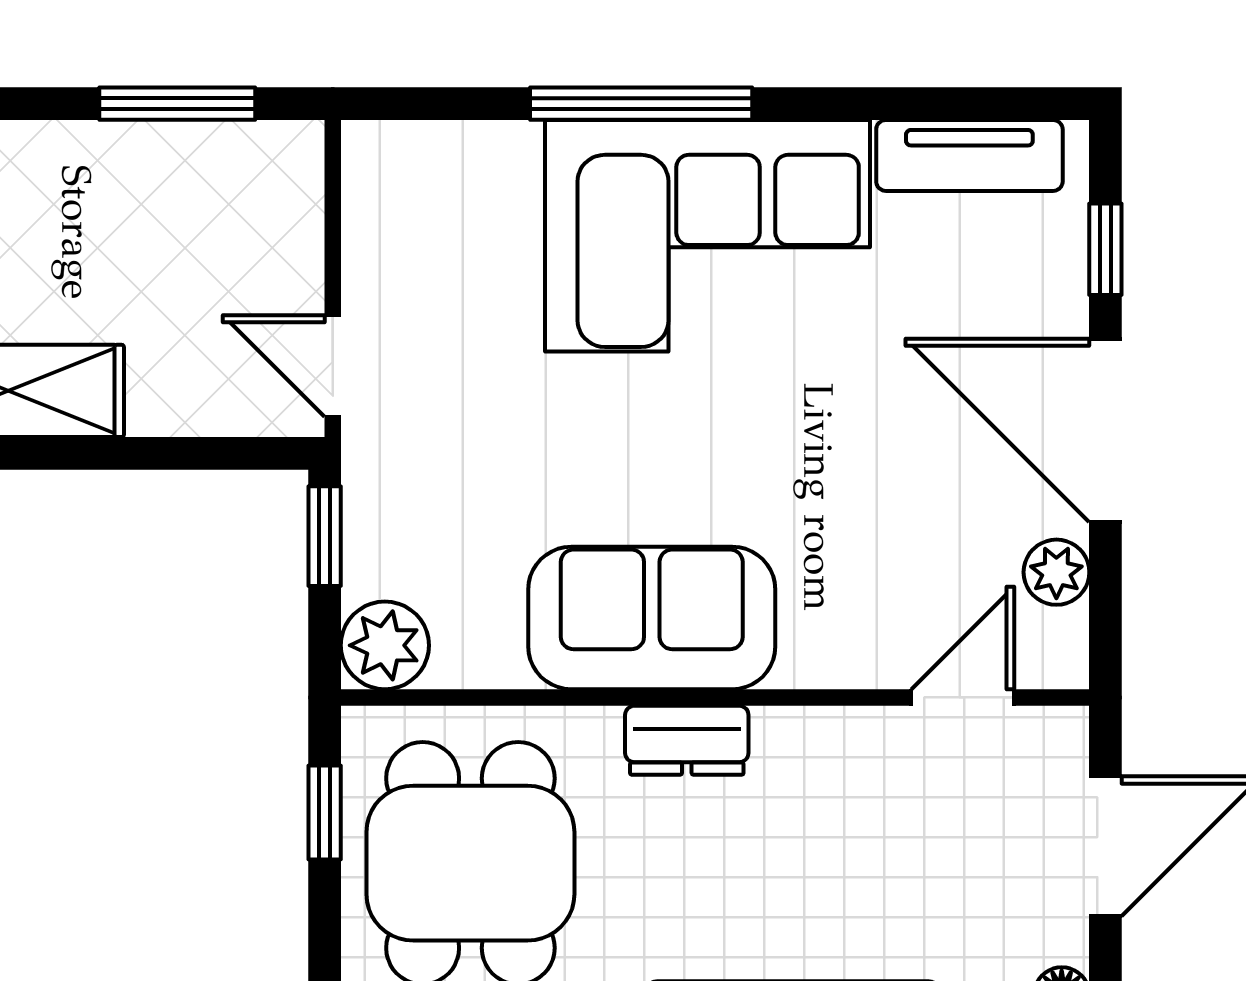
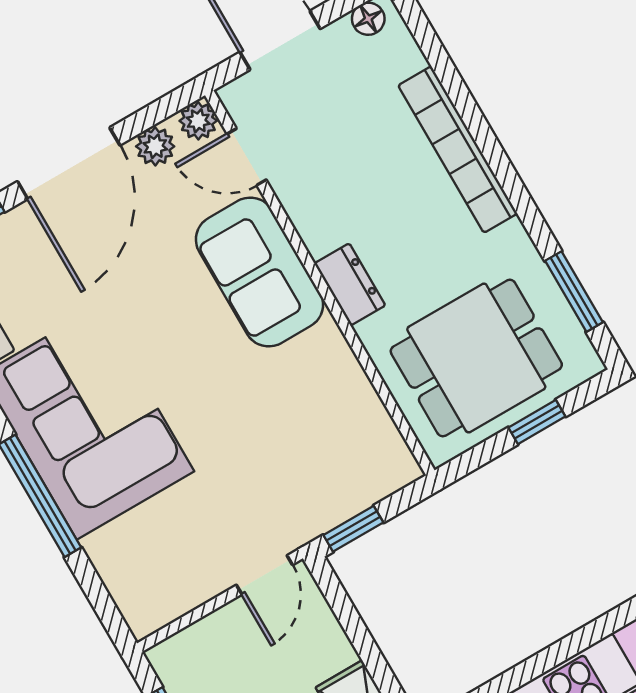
sofa: (652, 618) -> (260, 272), moved
plant: (385, 645) -> (198, 121), moved, width x0.73, depth x0.73
window: (325, 812) -> (537, 422), moved

